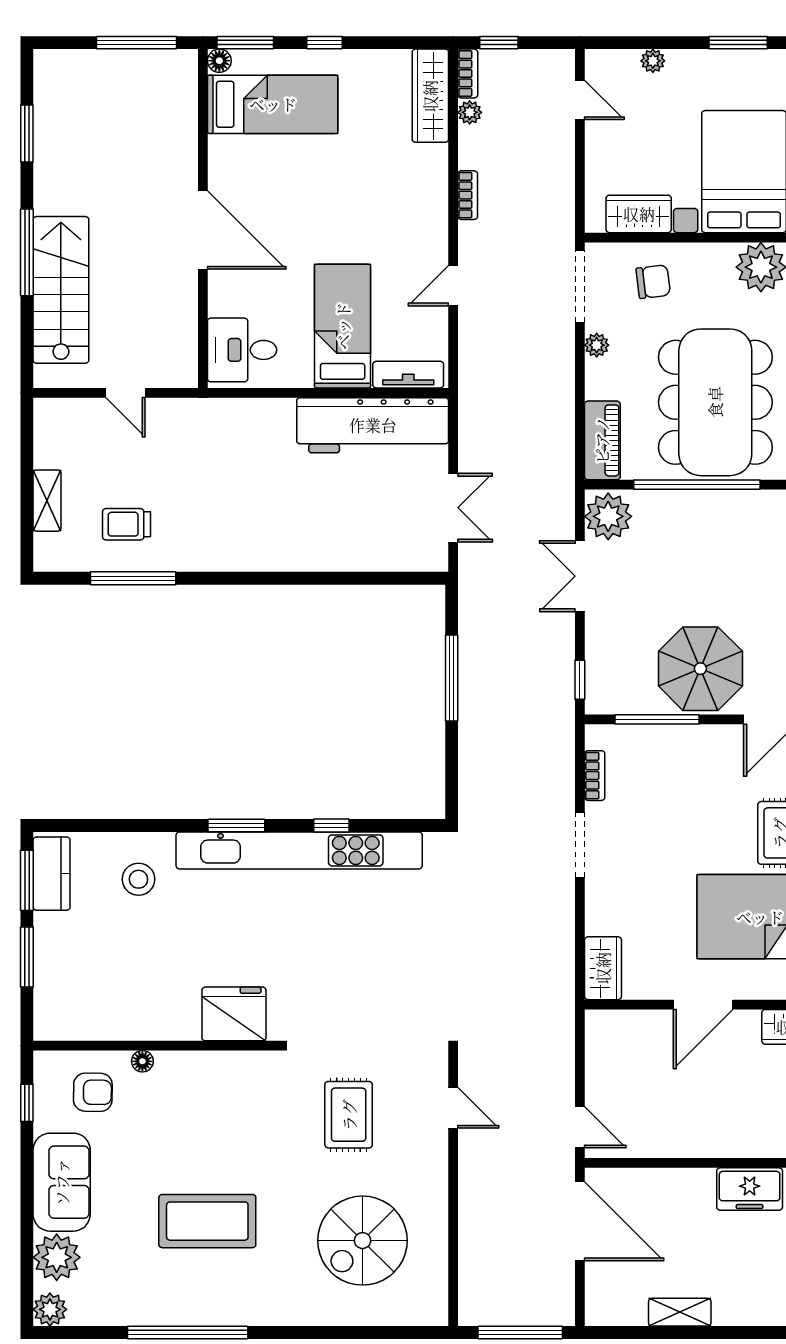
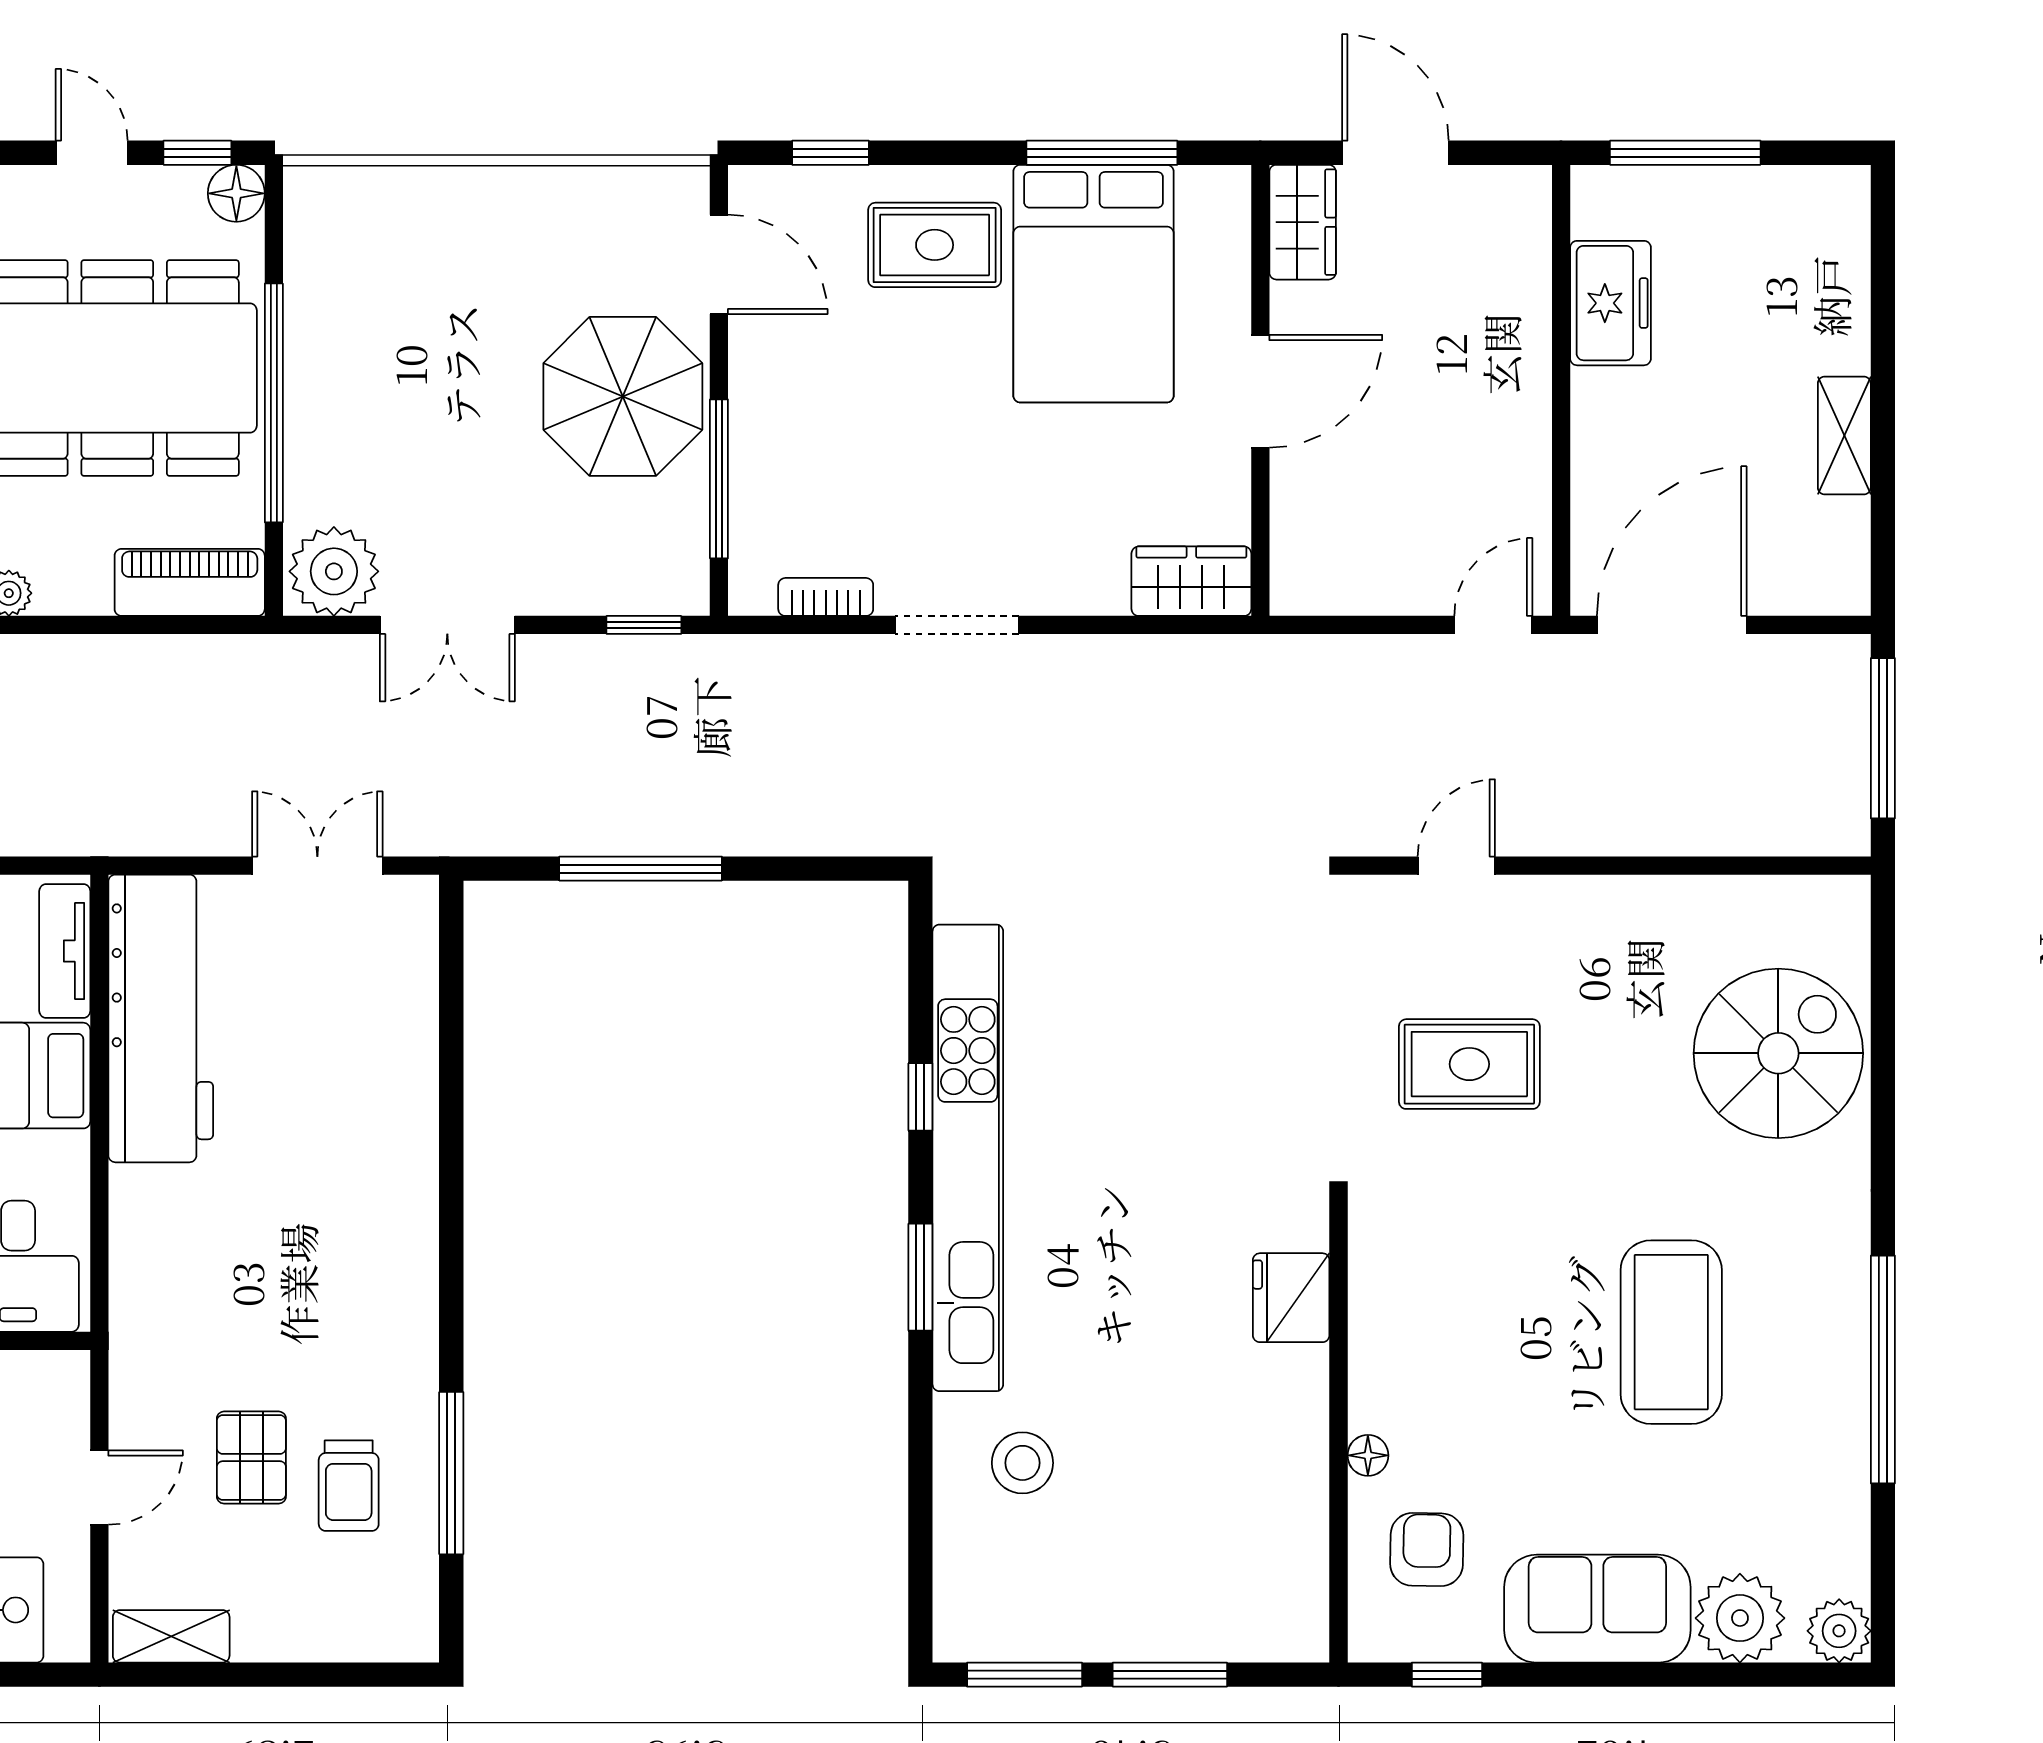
pallet: (141, 473) -> (251, 1458), added
shelving: (47, 501) -> (171, 1636), moved
kitchen counter: (52, 874) -> (1012, 1628), removed
door: (703, 1005) -> (1260, 391), hinge flipped
fridge: (234, 1014) -> (1291, 1298), width x0.73, depth x0.75
spiral stairs: (362, 1241) -> (1778, 1053), moved, turned -90

